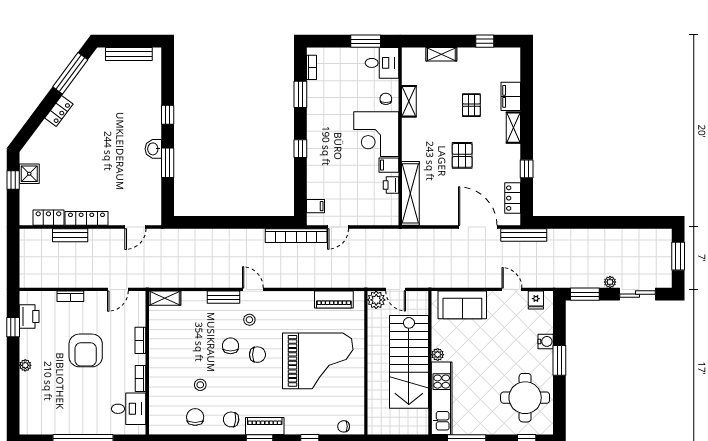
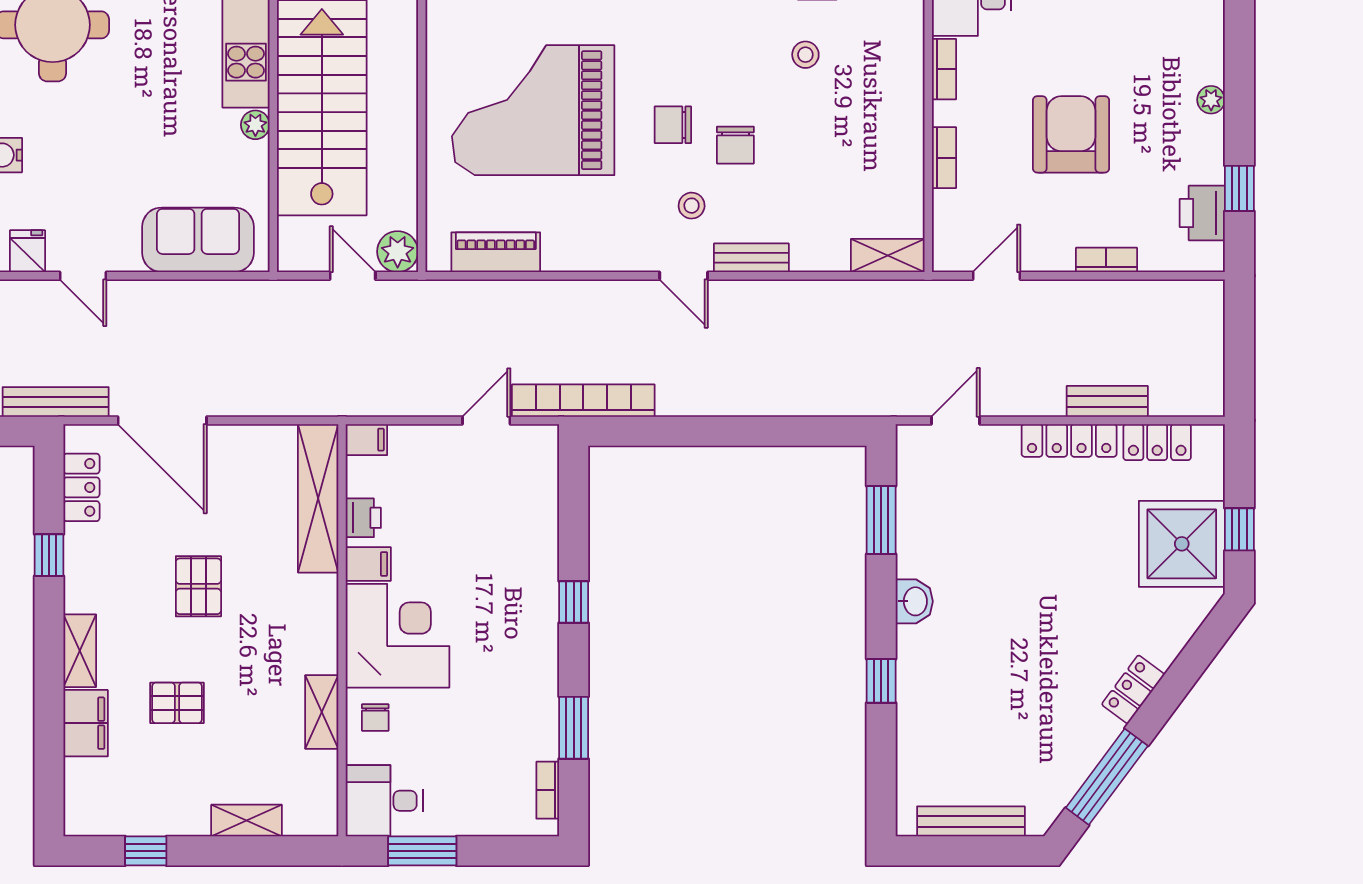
pallet: (471, 105) -> (177, 703), turned 90
window: (168, 163) -> (881, 520), moved
shower: (29, 174) -> (1182, 544), width x1.86, depth x1.86
filing cabinet: (315, 206) -> (366, 440), moved, turned 180

